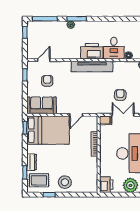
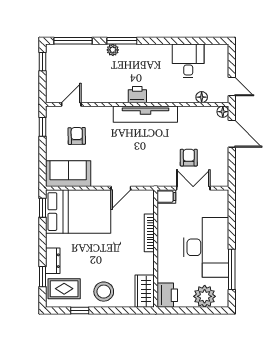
desk: (114, 48) -> (188, 61), moved, turned 180
printer: (92, 51) -> (137, 95), width x0.53, depth x0.68
wardrobe: (91, 182) -> (145, 291), added

